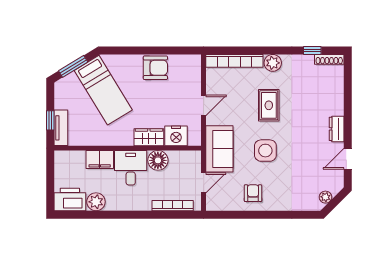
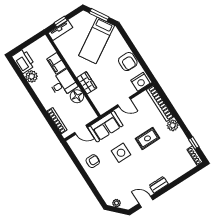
nightstand: (176, 136) -> (140, 82), moved, turned -90

